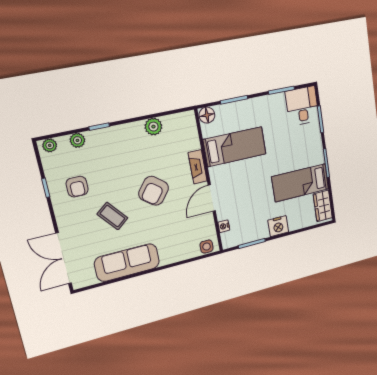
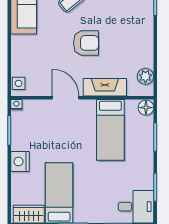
plant: (153, 127) -> (145, 76), moved
fireplace: (198, 167) -> (105, 87), width x1.37, depth x1.32
armchair: (154, 191) -> (86, 43), turned 142
nightstand: (224, 226) -> (16, 105), moved

